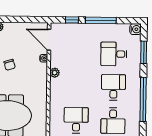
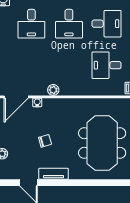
desk: (113, 87) -> (69, 24), turned -90

